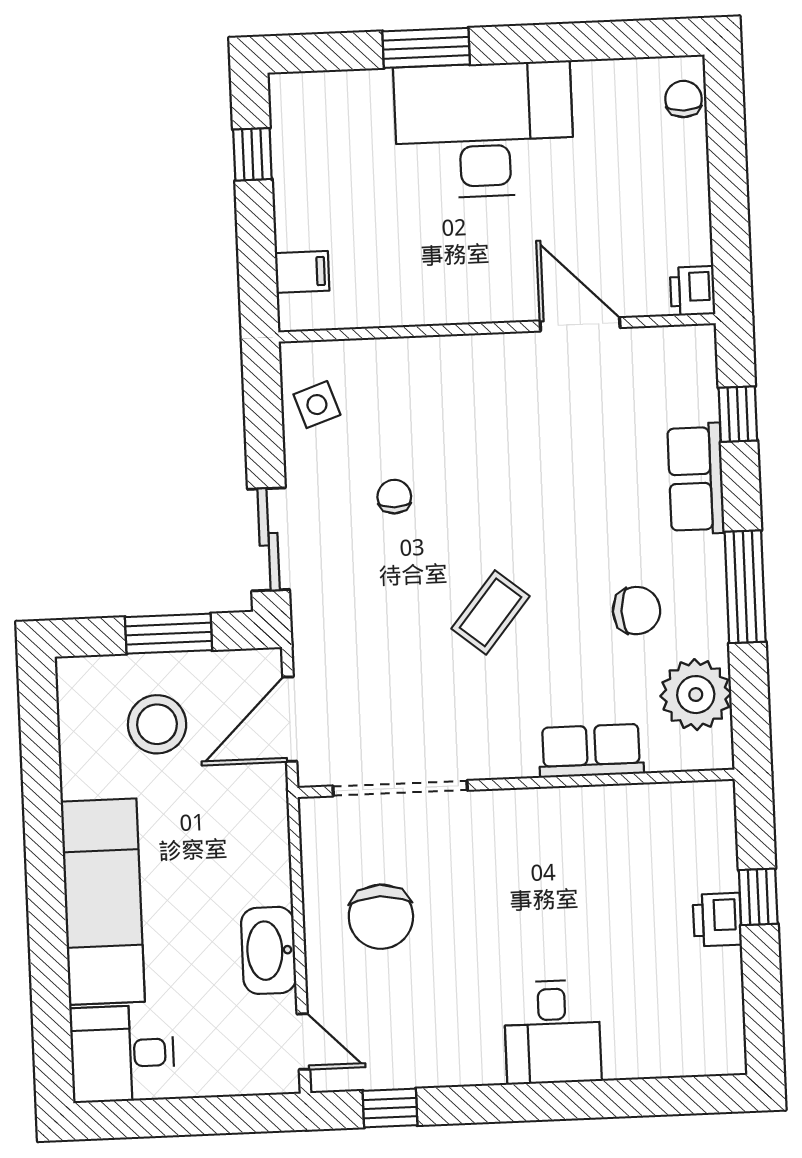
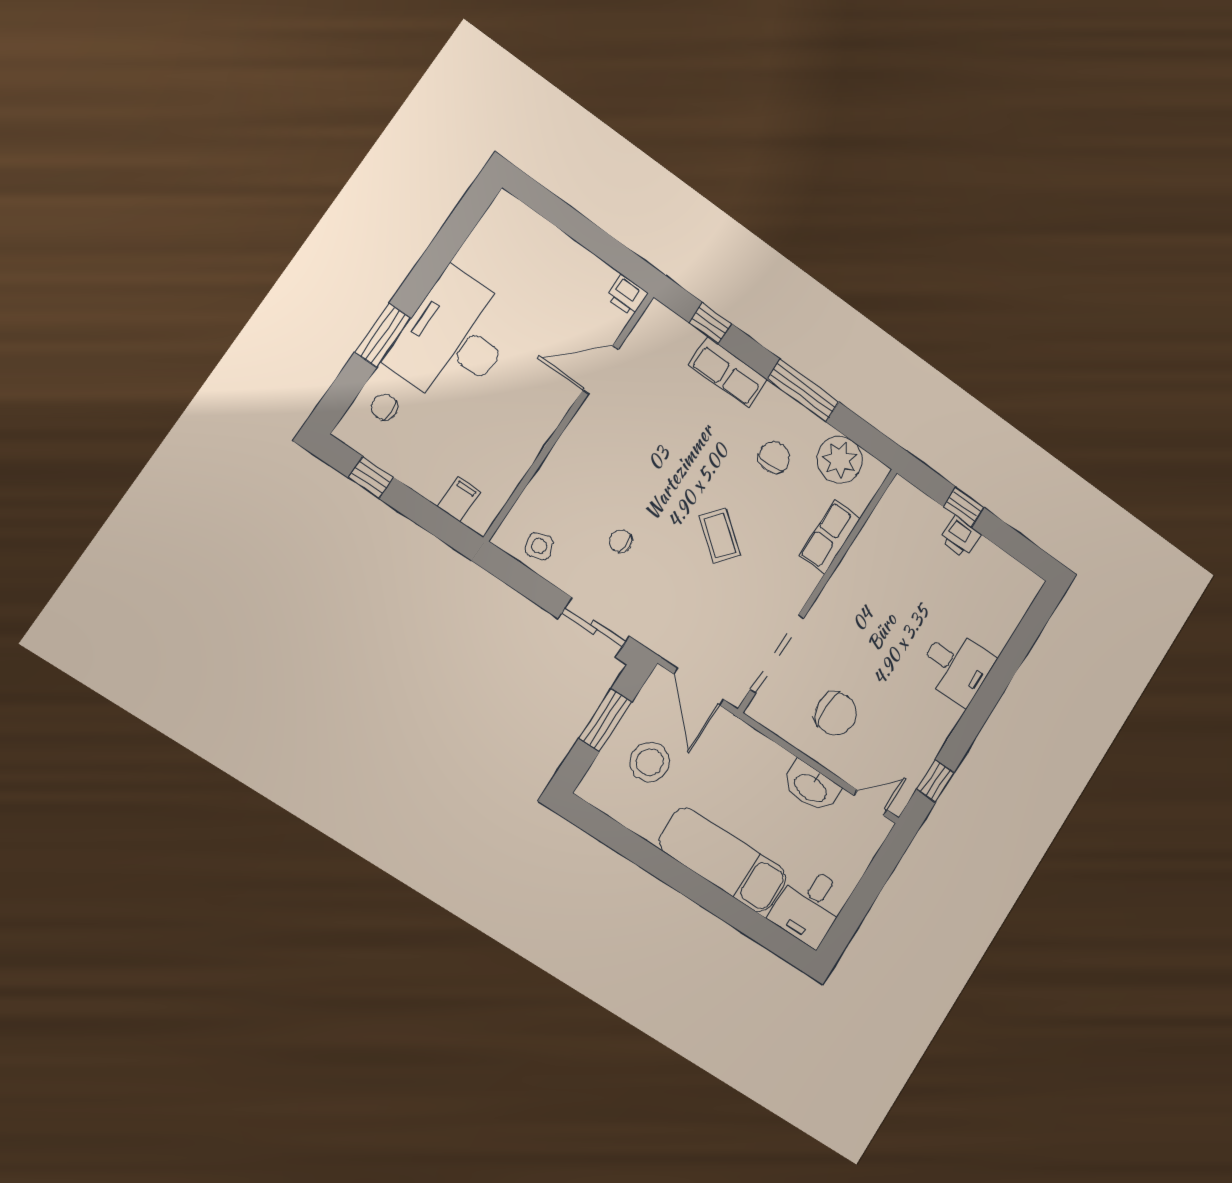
chair: (684, 99) -> (385, 407), moved

